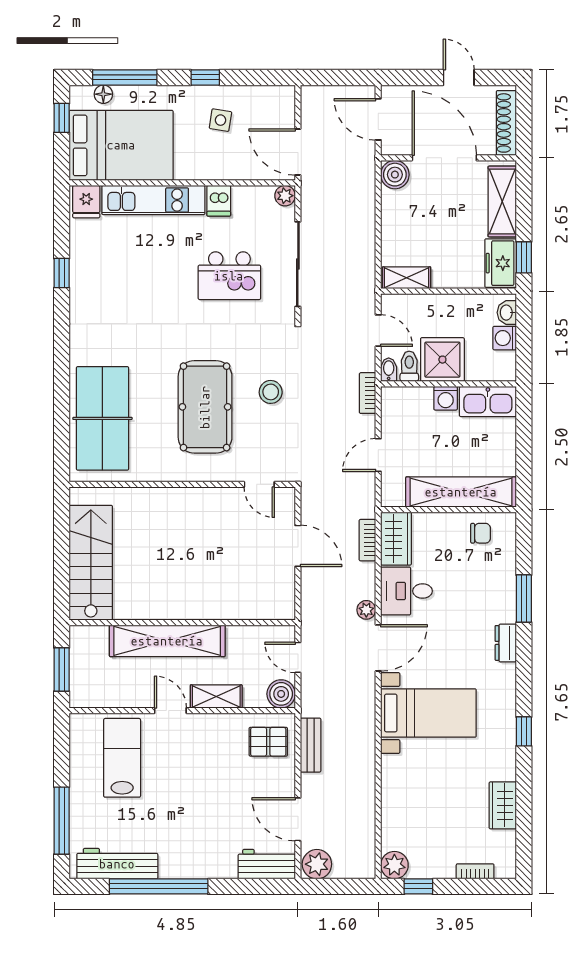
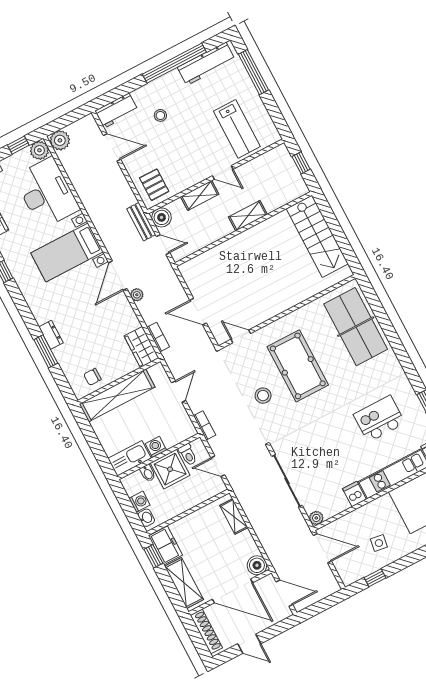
window: (205, 77) -> (375, 578), moved
kitchen island: (229, 276) -> (379, 419), moved
shelving: (407, 278) -> (234, 516), moved, turned 90
bidet: (389, 370) -> (148, 473), moved
desk: (407, 591) -> (47, 193), moved, width x1.87, depth x1.30
shelving: (167, 641) -> (248, 216), width x0.45, depth x0.75
dresser: (506, 643) -> (51, 335), moved
window: (62, 669) -> (301, 163), width x0.67
pallet: (268, 742) -> (154, 185), turned 90
bench: (311, 745) -> (141, 222), moved
stool: (213, 828) -> (160, 115), added
plant: (317, 864) -> (60, 140), moved

